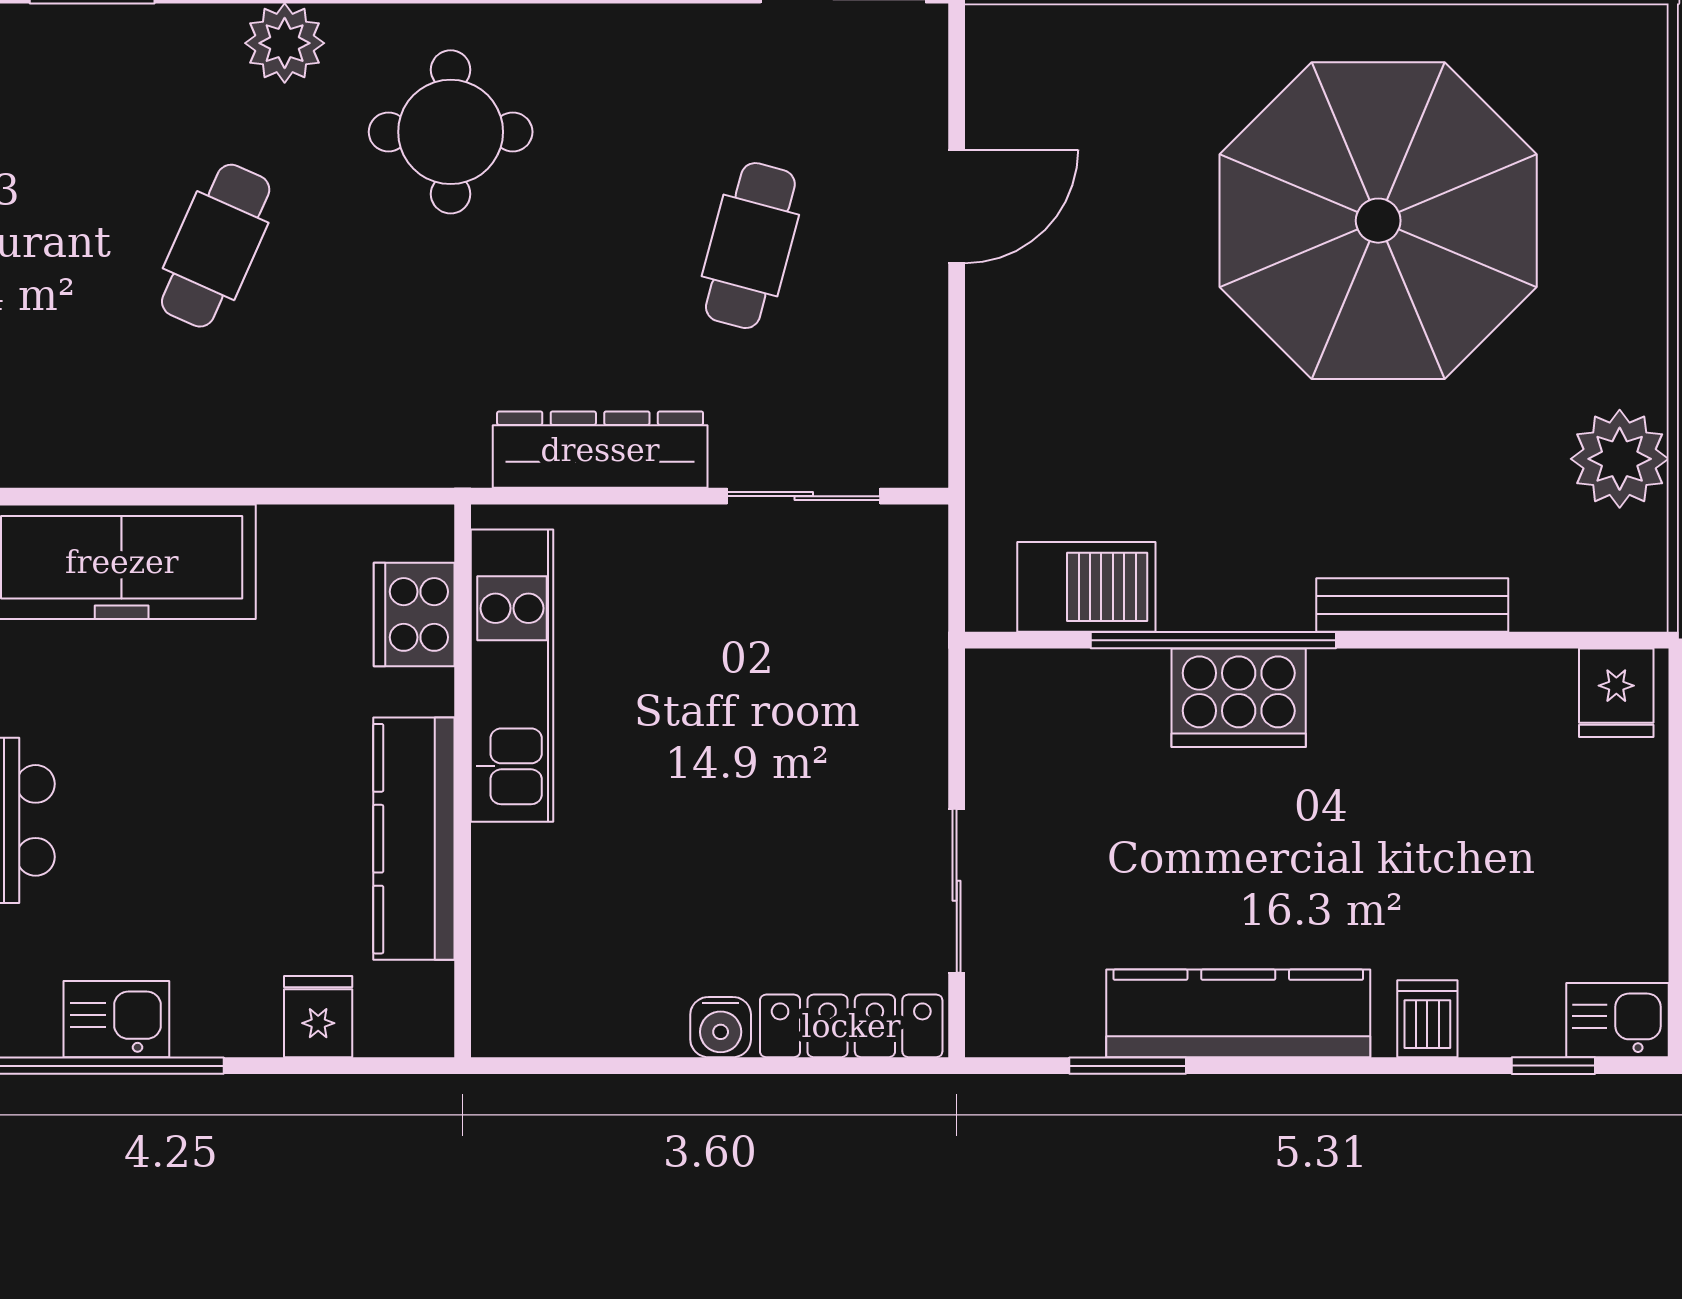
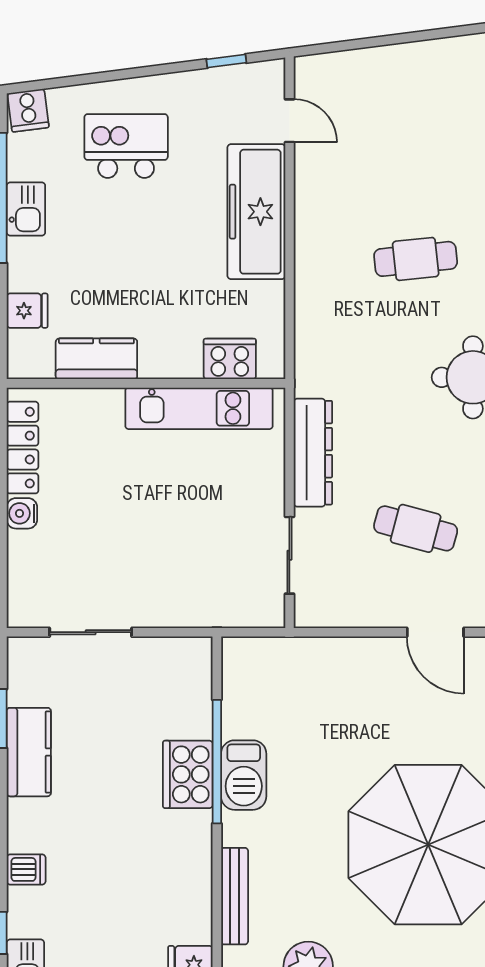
cafe table: (216, 246) -> (416, 259), turned -30
barbecue: (1086, 587) -> (244, 775), moved
bench: (1412, 605) -> (235, 896), moved
kitchen counter: (414, 839) -> (96, 359), width x0.67
kitchen counter: (1238, 1013) -> (29, 752), width x0.67
locker: (851, 1026) -> (23, 448), moved

